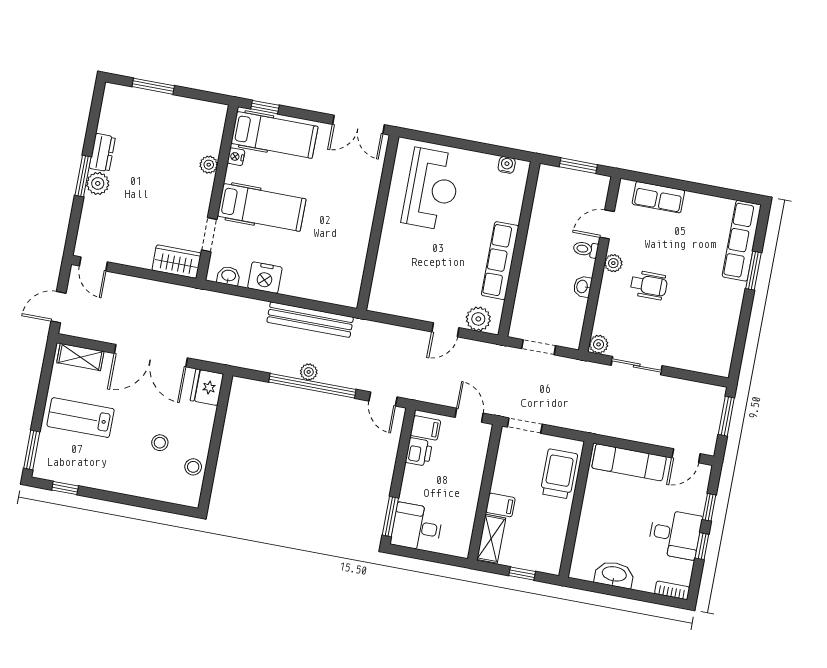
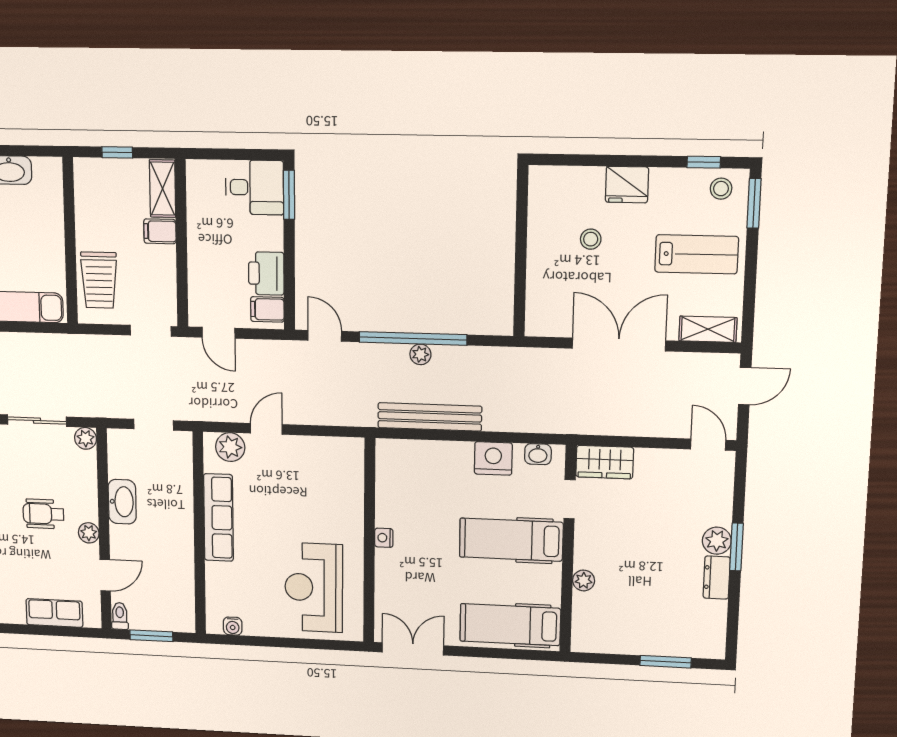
window: (265, 107) -> (527, 655), removed
nightstand: (236, 157) -> (384, 538), moved, turned 180
toilet: (586, 249) -> (120, 616), moved, turned -90
washbasin: (583, 287) -> (122, 502), width x1.91, depth x1.45
fridge: (207, 387) -> (627, 185), moved, turned 90
printer: (419, 452) -> (266, 273), width x1.36, depth x1.24
stool: (193, 467) -> (721, 189), moved

